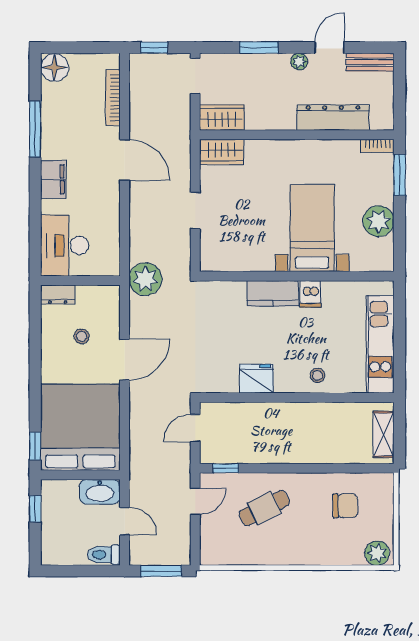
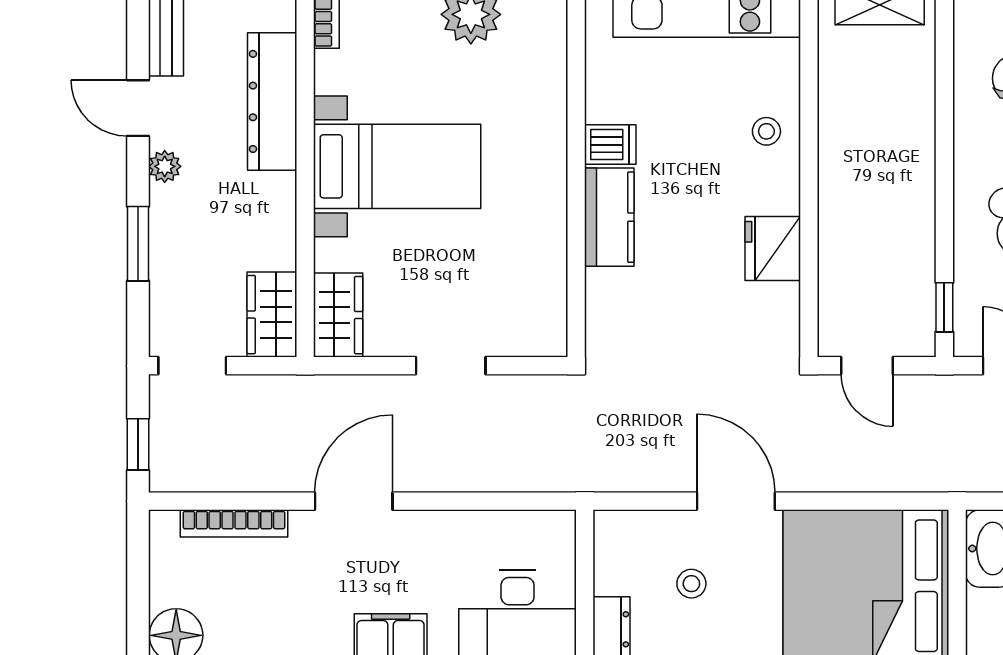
bed with nightstands: (312, 228) -> (397, 166), moved, turned 180
plant: (145, 279) -> (582, 461), removed

